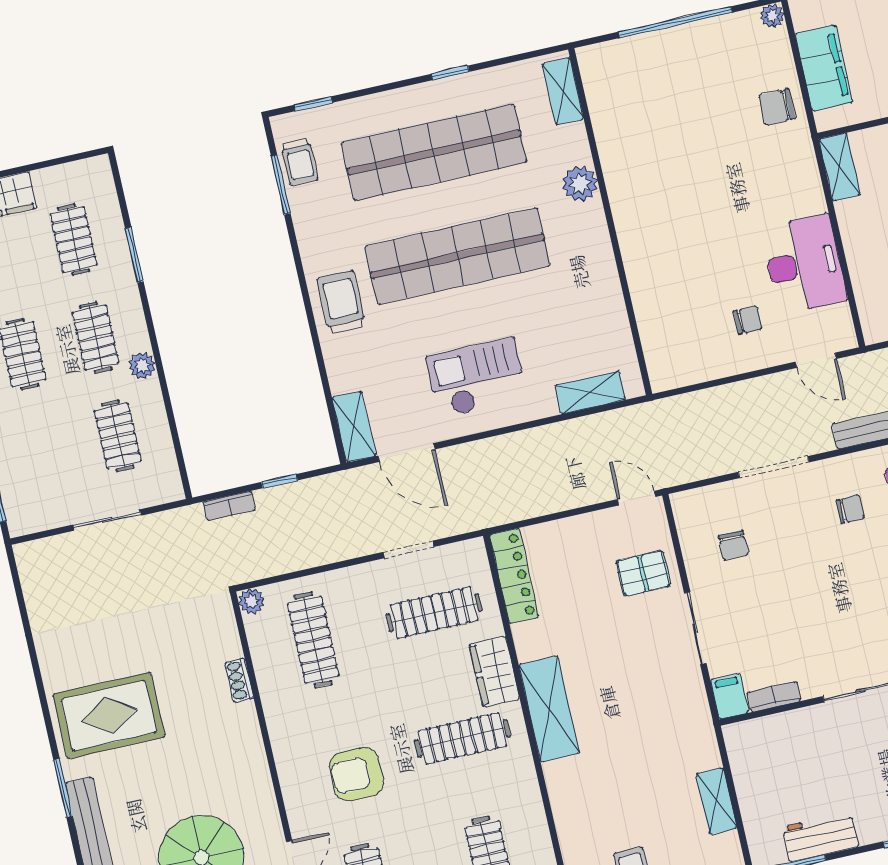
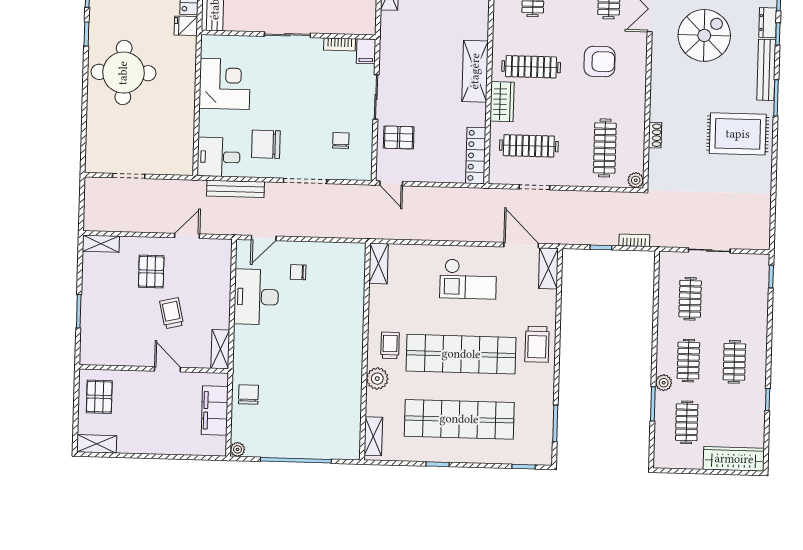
chair: (777, 107) -> (248, 394), turned -90
trolley: (300, 162) -> (390, 345), moved
door: (816, 360) -> (264, 238), swing flipped
plant: (142, 366) -> (664, 383), moved
shelving: (590, 393) -> (379, 263), moved, turned 90
chair: (850, 509) -> (266, 144), width x1.87, depth x1.87

